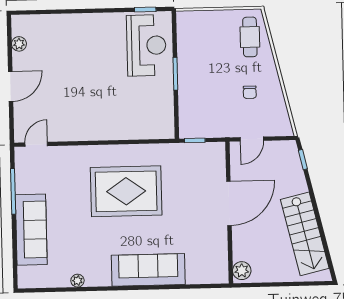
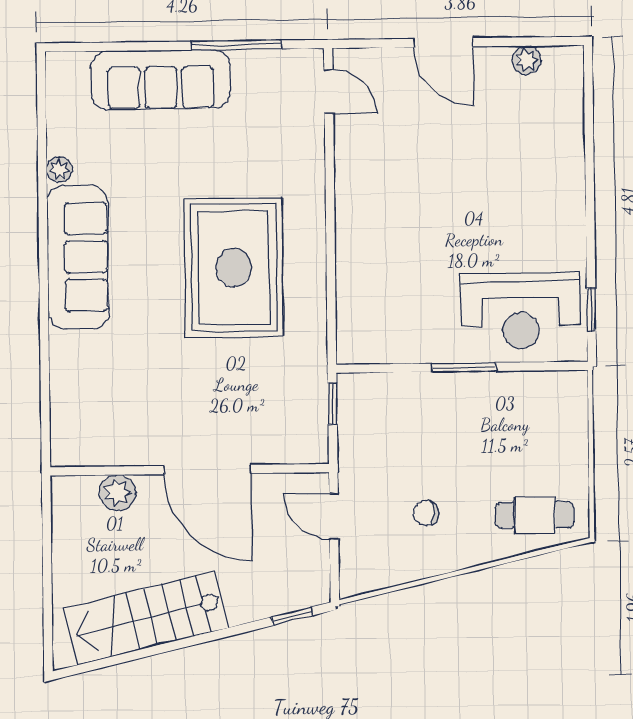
sofa: (148, 270) -> (78, 257), moved
plant: (242, 271) -> (118, 493), moved

